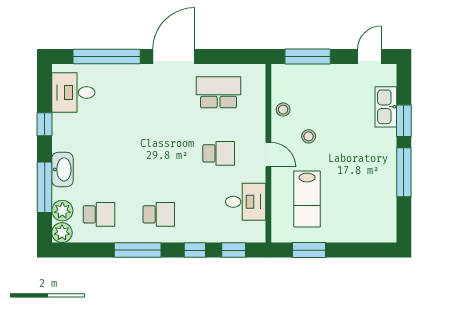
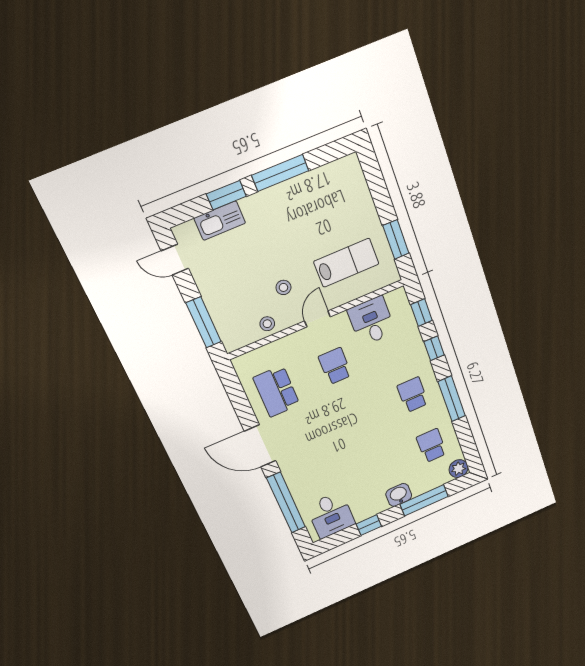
washbasin: (62, 169) -> (399, 495), width x0.72
plant: (62, 211) -> (439, 477), removed

